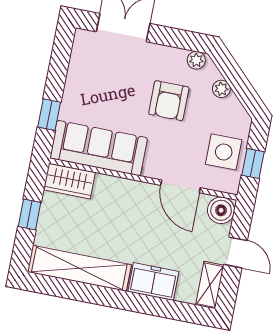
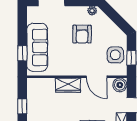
plant: (221, 89) -> (108, 23), removed
sofa: (99, 148) -> (37, 47), moved, turned 90
wardrobe: (69, 181) -> (68, 85), moved

